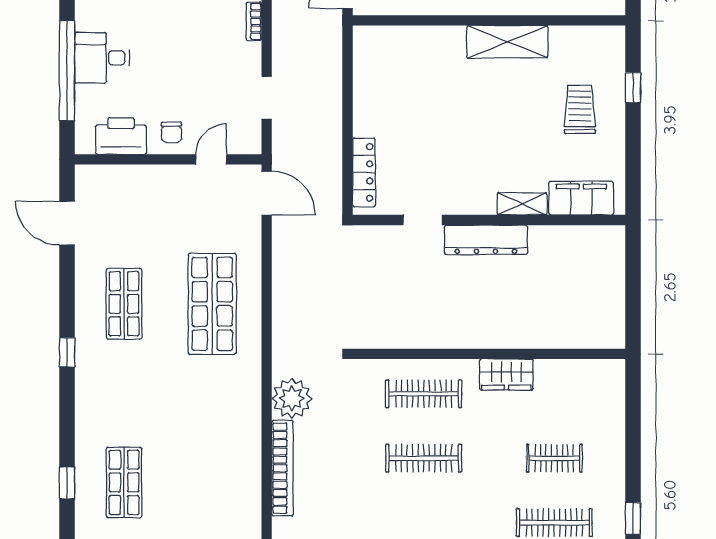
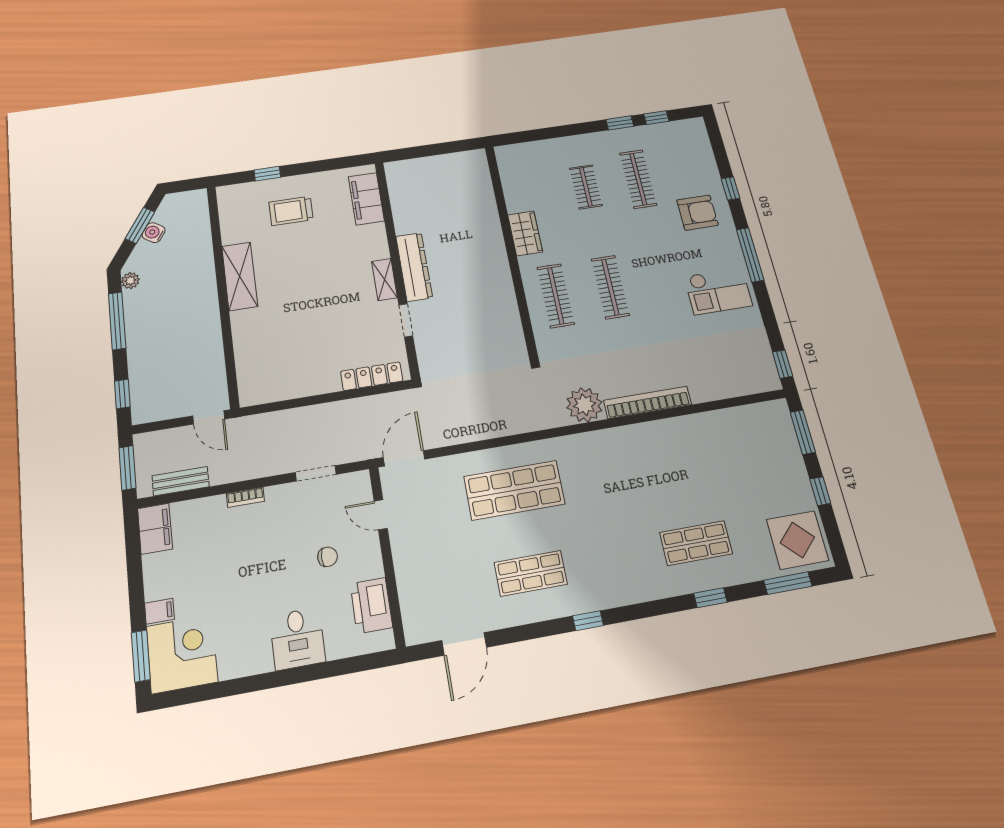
window: (67, 71) -> (315, 672), removed
chair: (171, 132) -> (328, 557), moved
shelving: (522, 204) -> (384, 279), moved

